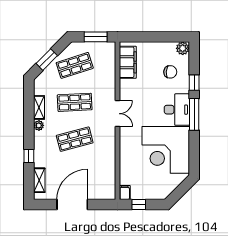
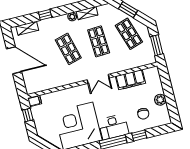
plant: (183, 48) -> (160, 100), moved
filing cabinet: (128, 62) -> (131, 80), moved

